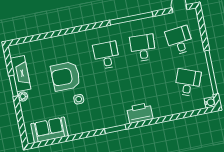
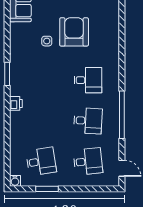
window: (211, 72) -> (47, 189), width x0.47
desk: (188, 83) -> (41, 161), turned -30
printer: (140, 113) -> (16, 103), width x0.53, depth x0.68

